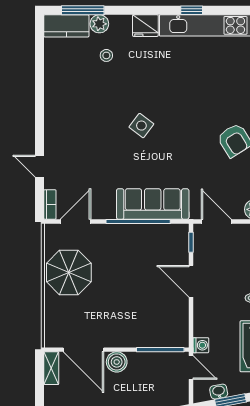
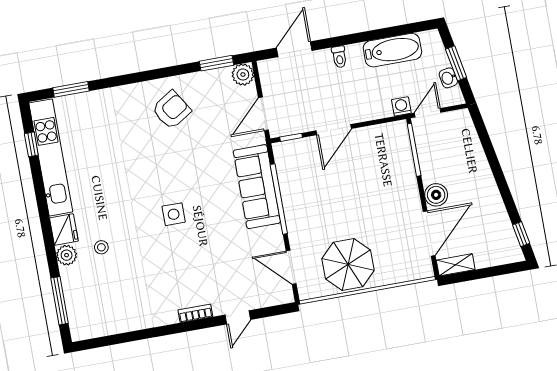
window: (192, 10) -> (31, 144), moved
plant: (99, 24) -> (67, 255), moved
kitchen counter: (66, 26) -> (80, 316), removed
stool: (106, 55) -> (101, 247), moved
side table: (141, 126) -> (174, 214), turned -37
bookcase: (50, 204) -> (195, 313), moved

